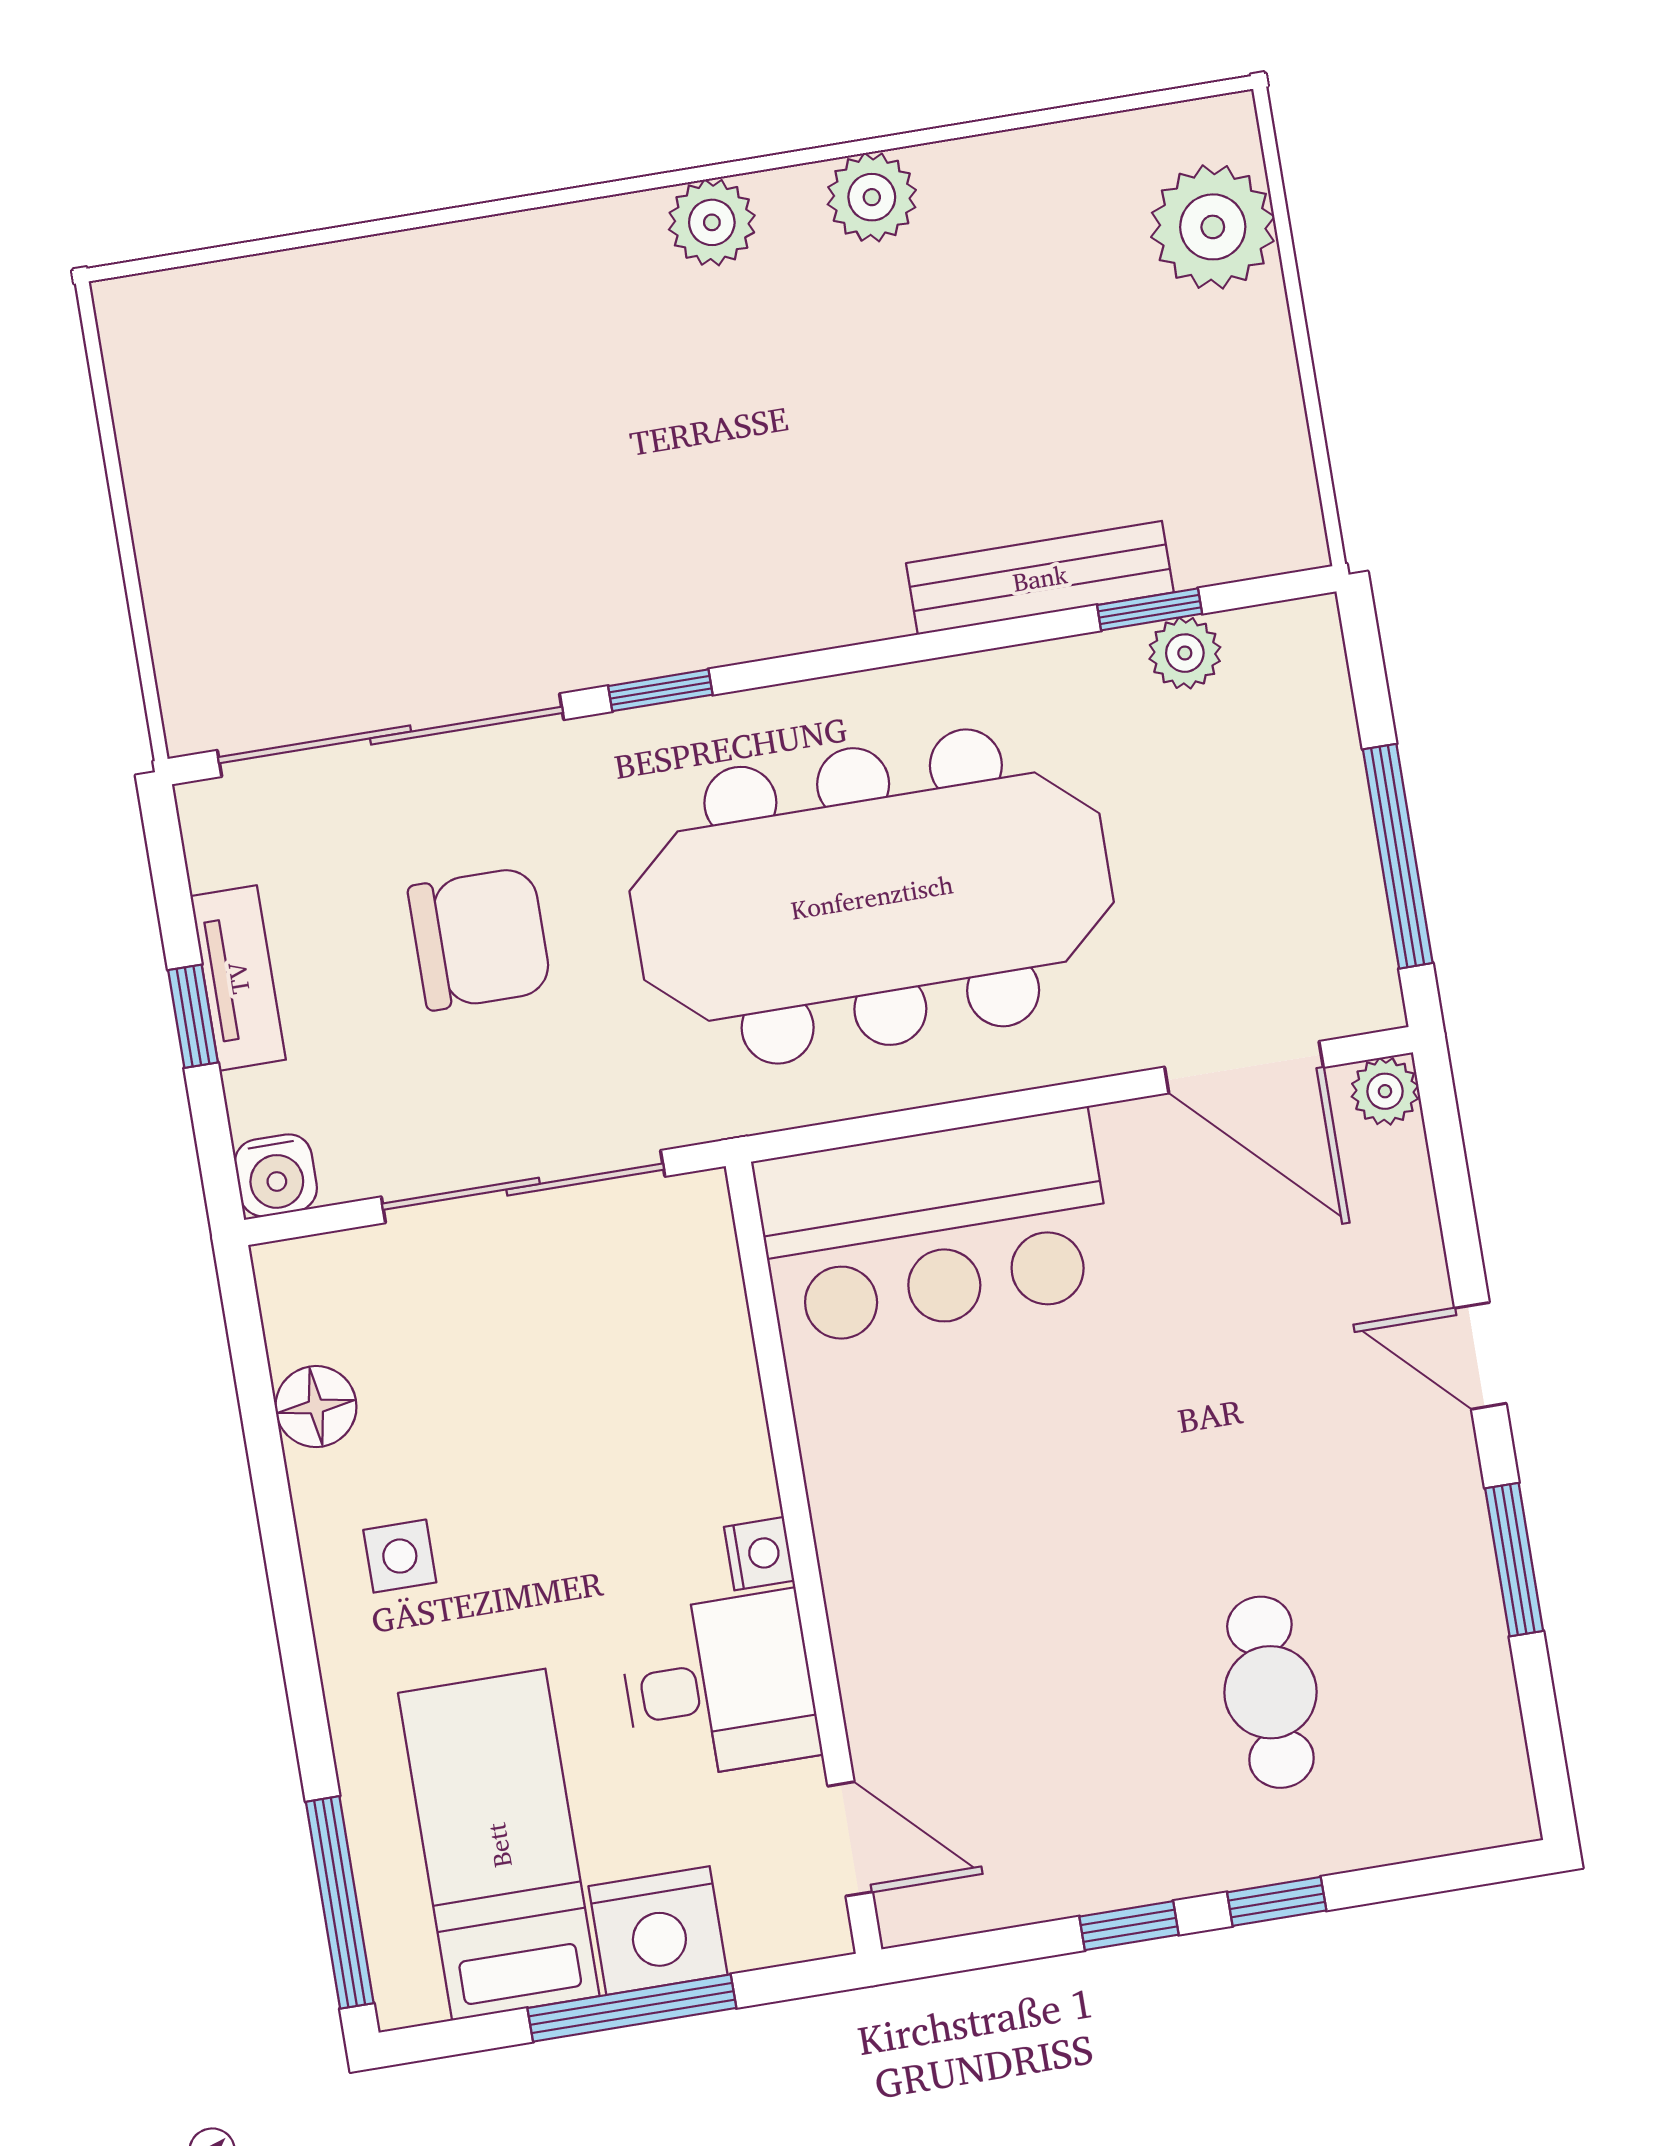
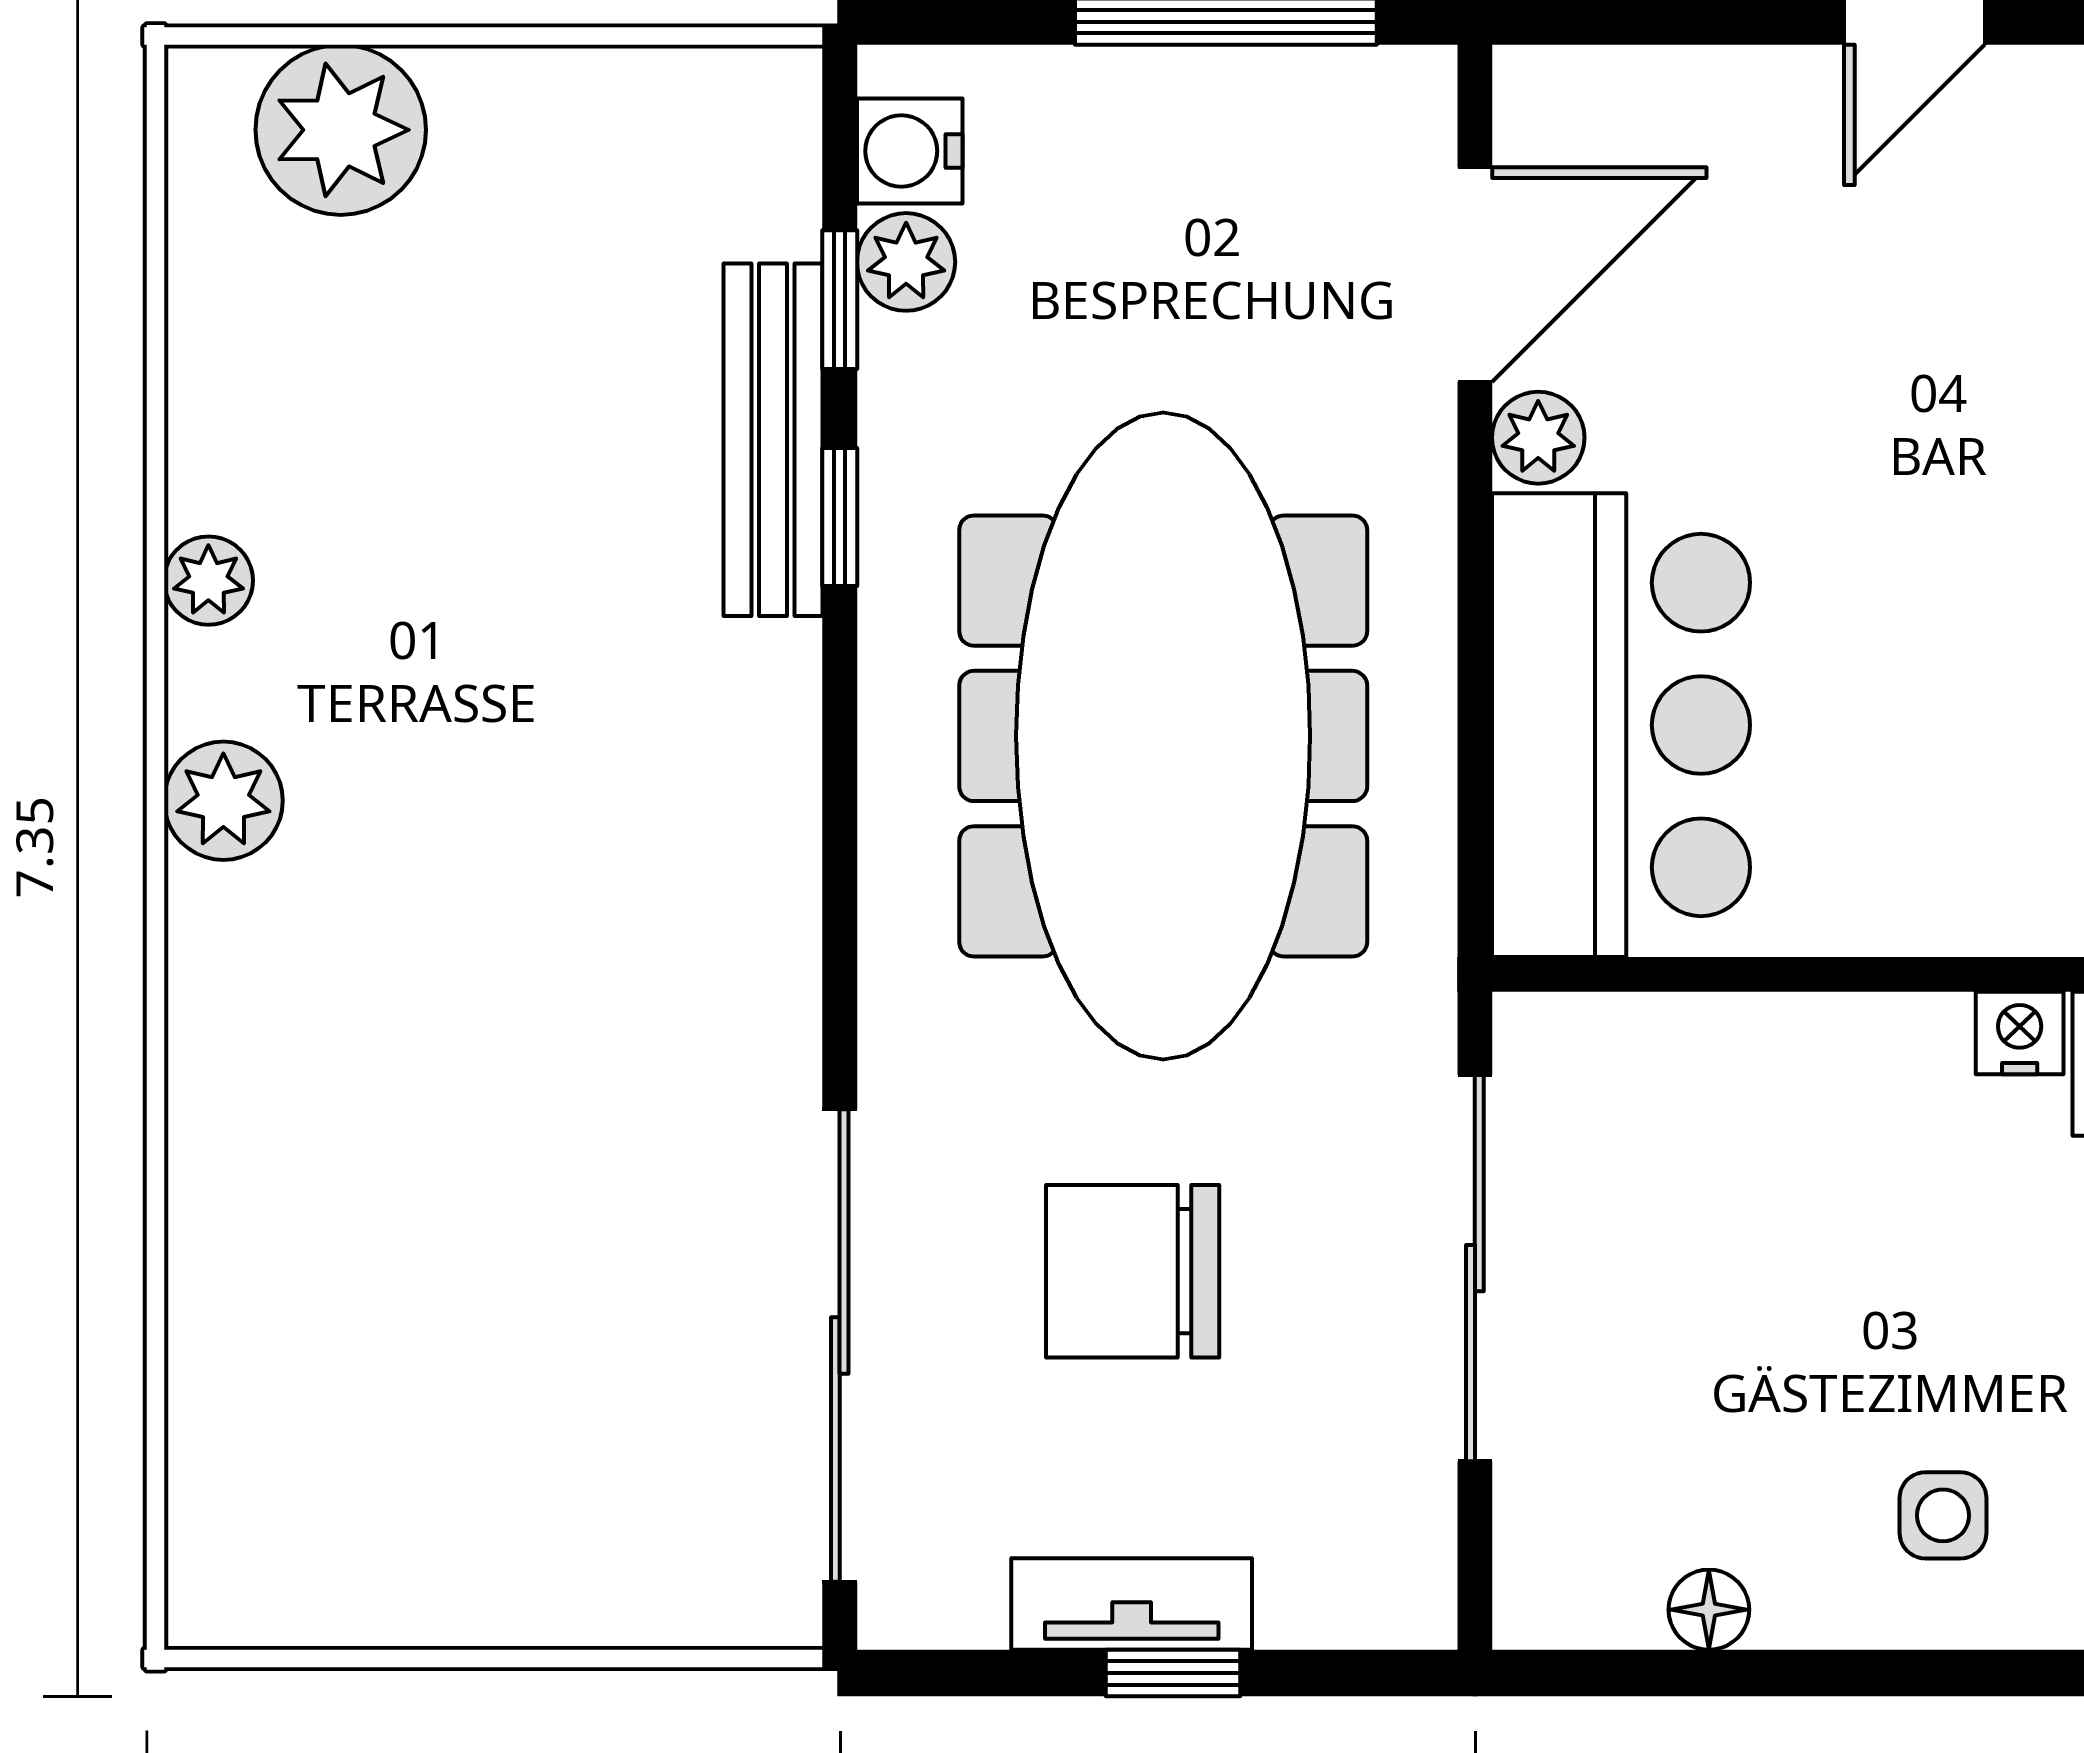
plant: (872, 197) -> (208, 581), width x0.73, depth x0.73
window: (660, 690) -> (840, 517), moved
chair: (480, 939) -> (1133, 1271), turned -90
plant: (1385, 1091) -> (1538, 438), moved
water cooler: (276, 1175) -> (910, 151), moved, turned 180
floor lamp: (316, 1407) -> (1709, 1610), width x0.73, depth x0.73

